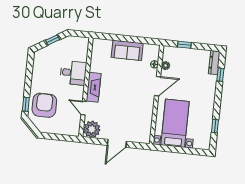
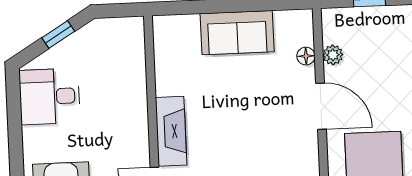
desk: (73, 73) -> (50, 96), moved, turned 180
door: (158, 86) -> (321, 106), hinge flipped

